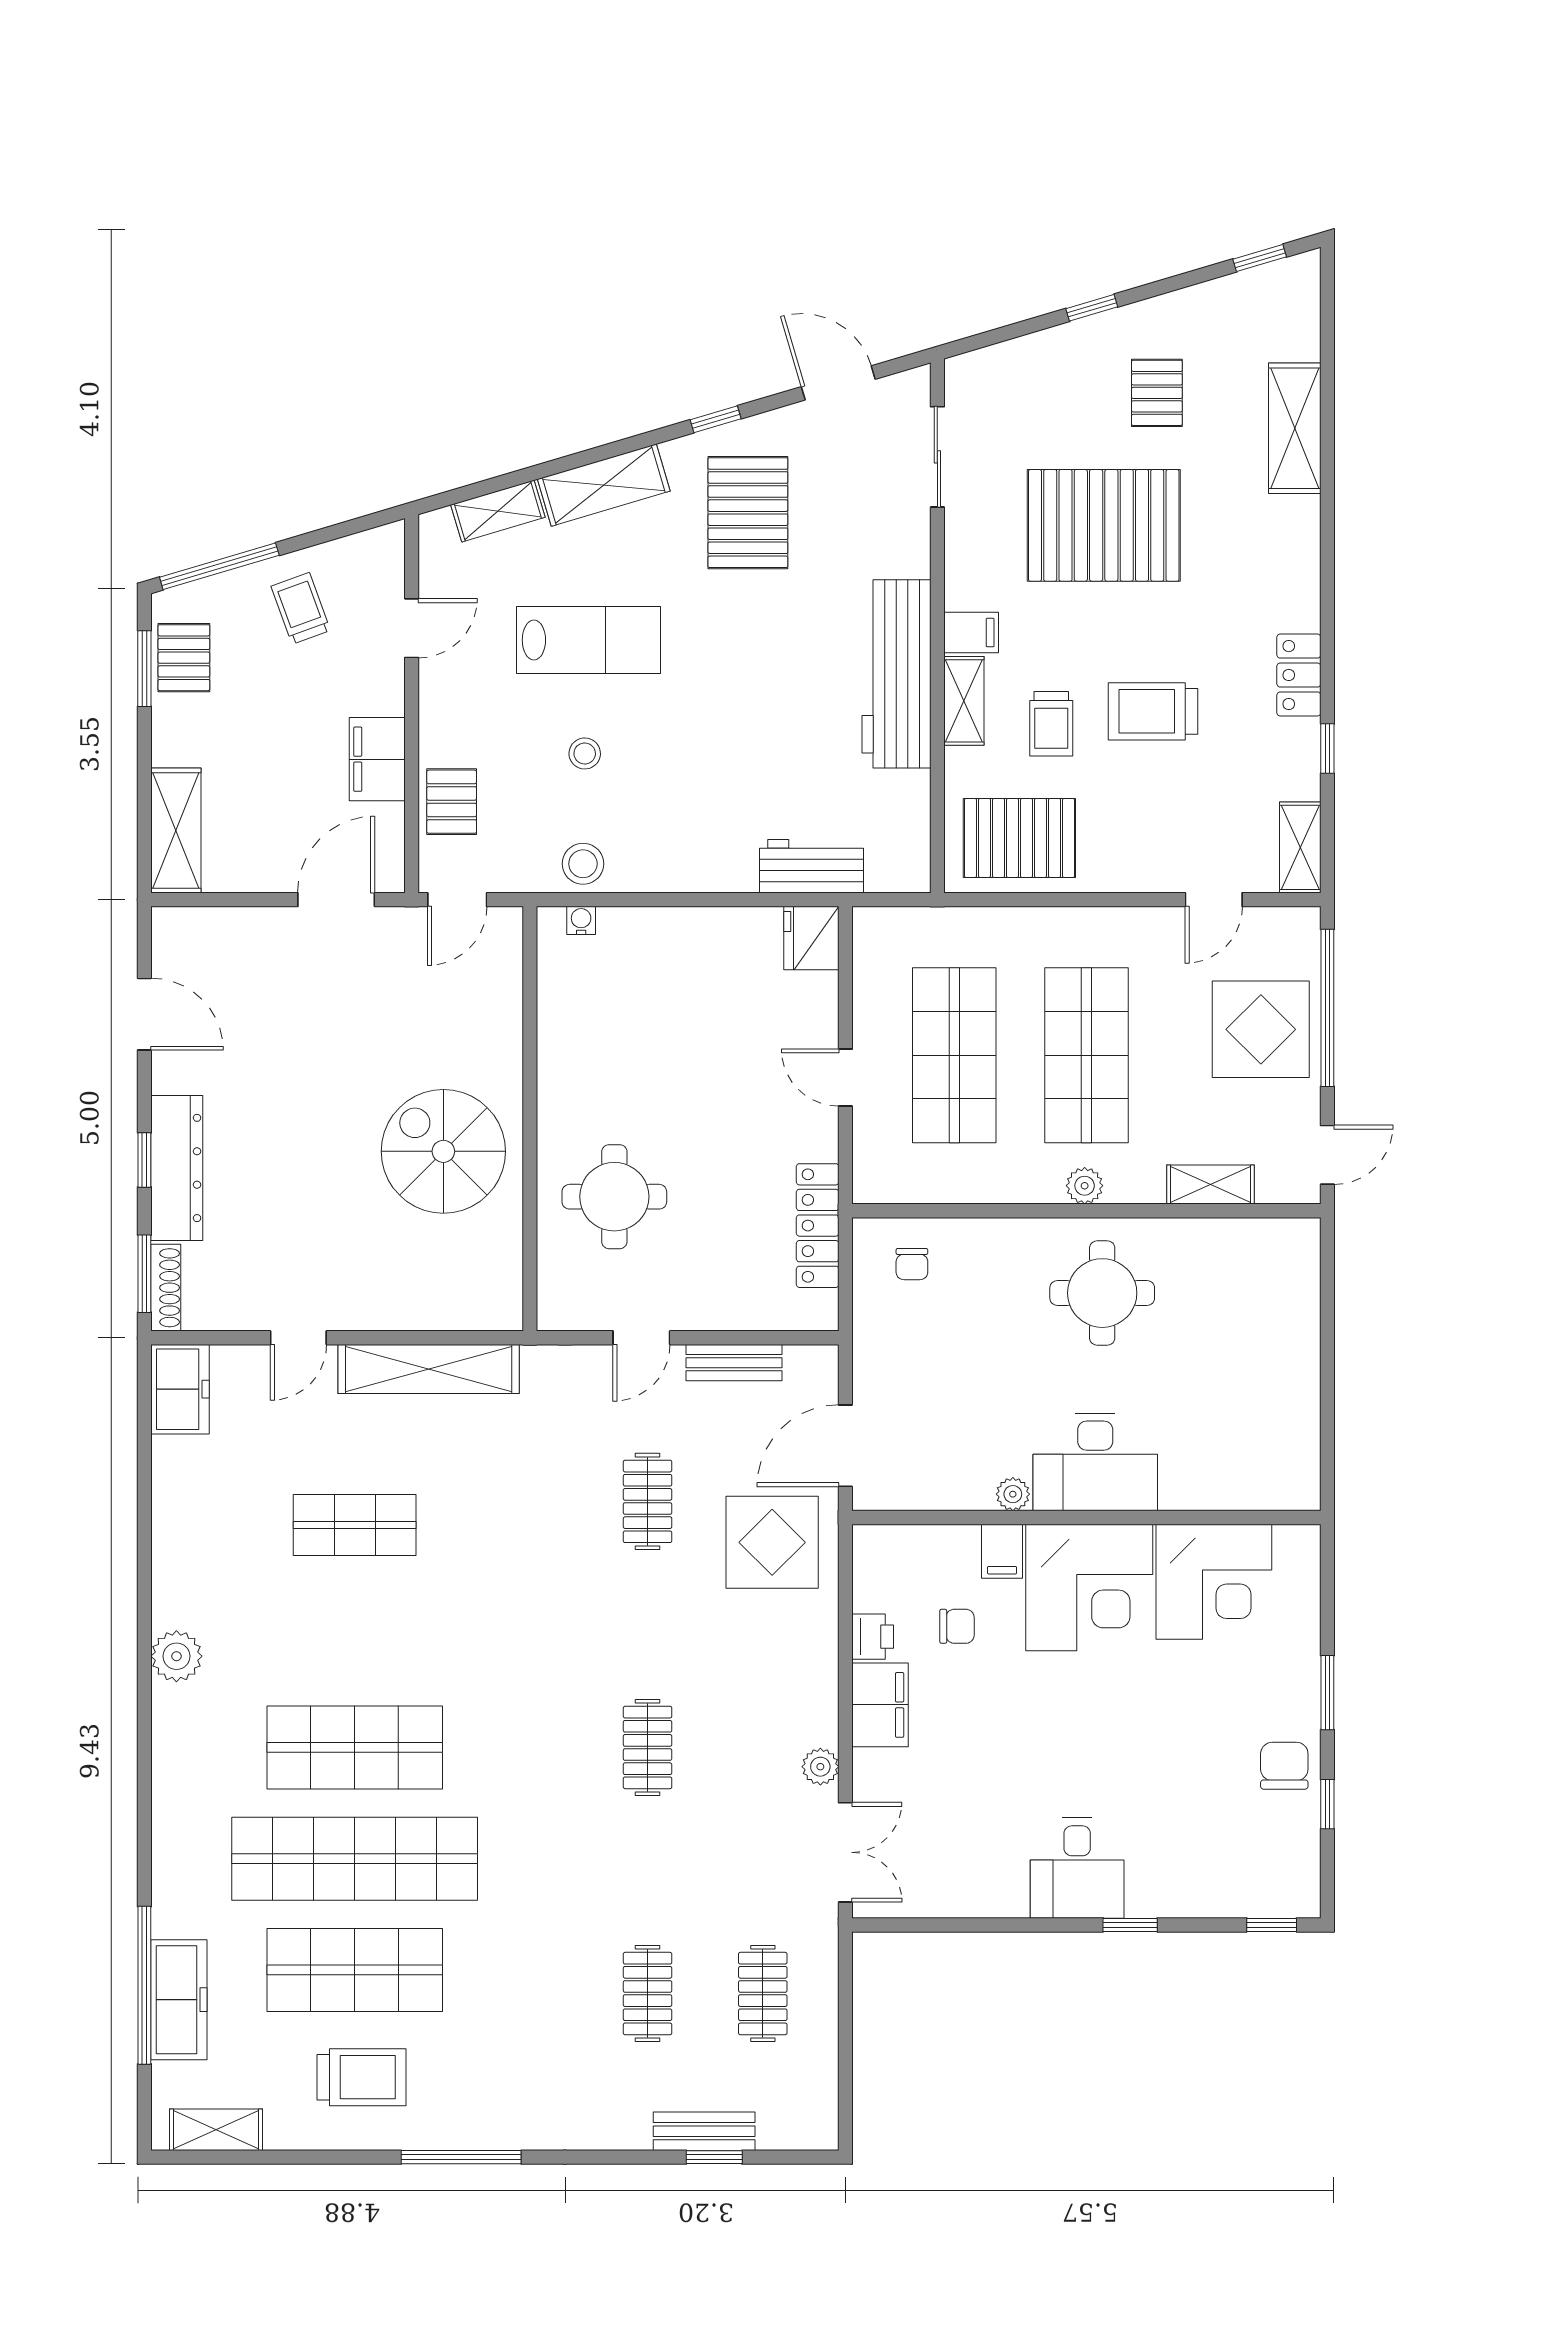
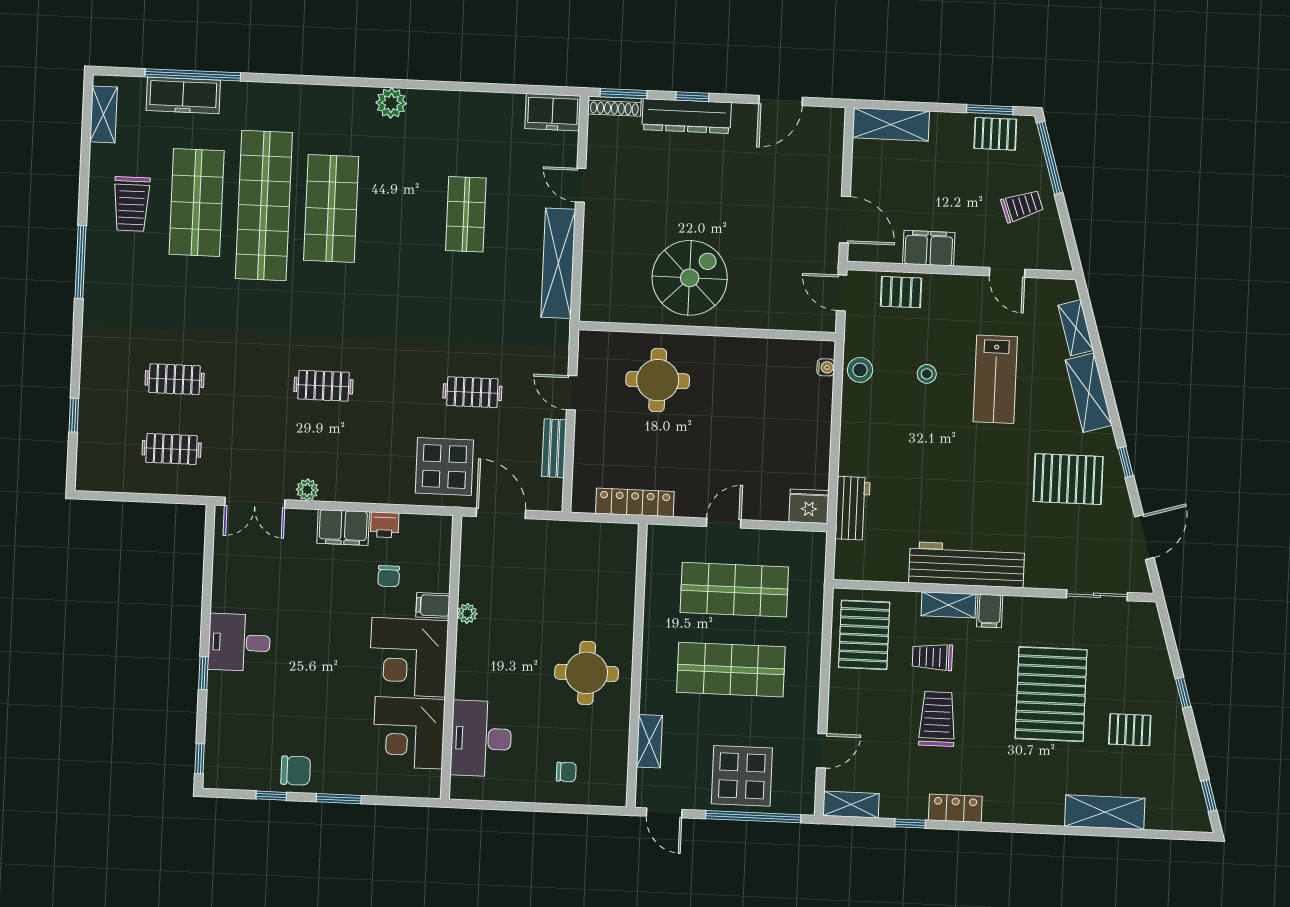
door: (1214, 900) -> (822, 751), swing flipped
plant: (1085, 1186) -> (652, 665), removed
chair: (912, 1264) -> (566, 772), moved, turned 180
desk: (1095, 1462) -> (481, 739), moved
bench: (704, 2131) -> (90, 410), removed

